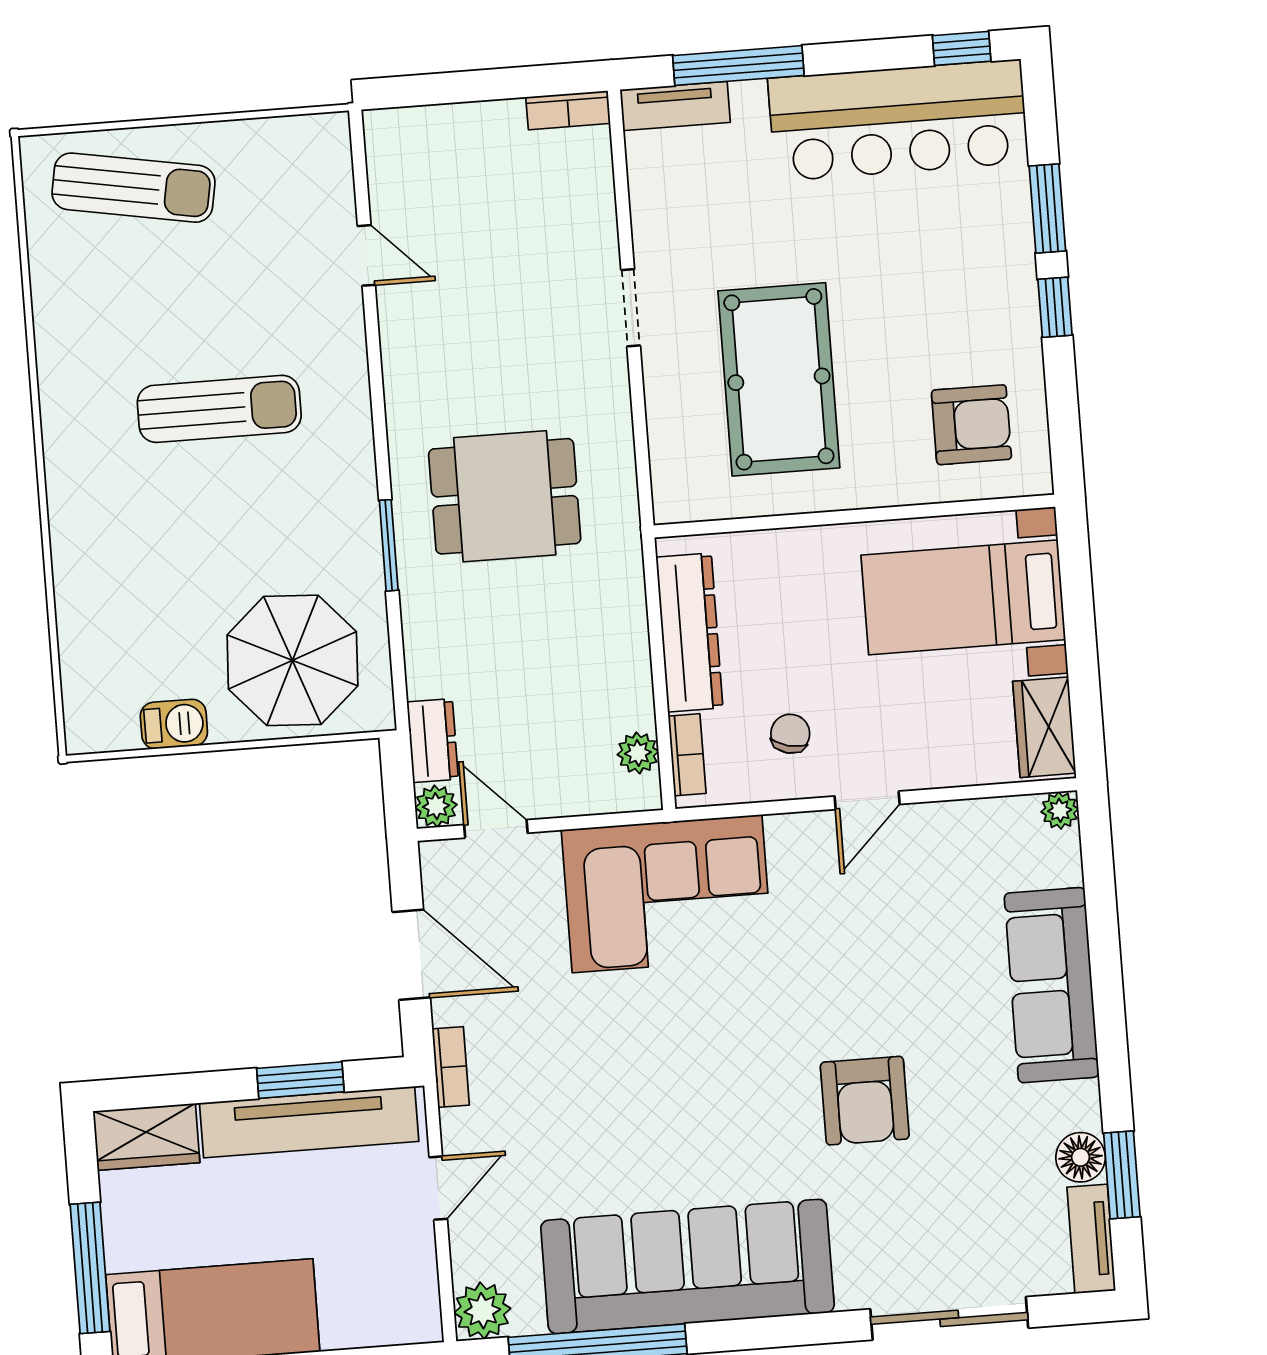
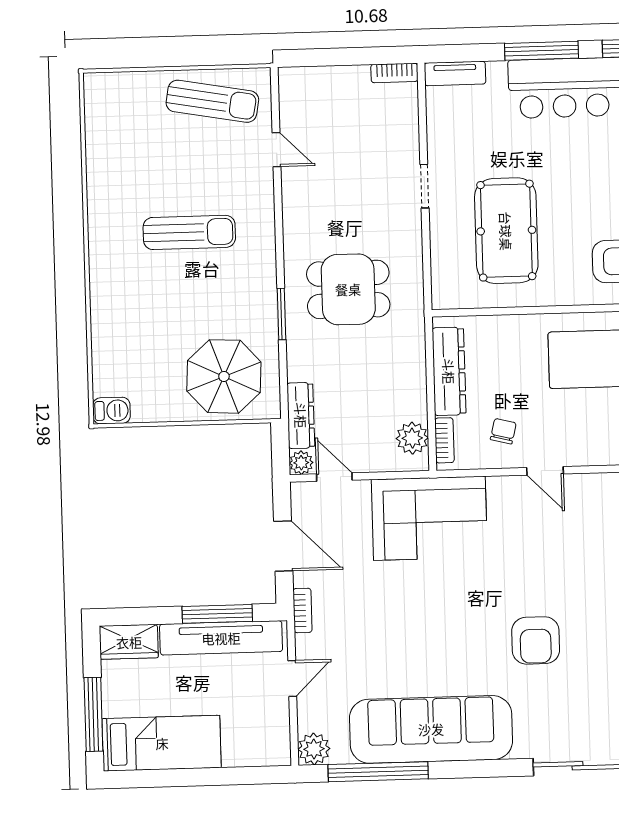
window: (738, 66) -> (541, 51), moved
sun lounger: (133, 188) -> (212, 101), moved
barbecue: (174, 724) -> (111, 411), moved
dresser: (433, 741) -> (301, 415), width x1.44
plant: (638, 753) -> (412, 438), width x1.38, depth x1.38
door: (867, 800) -> (545, 471), hinge flipped
window: (300, 1080) -> (217, 614), width x1.44

